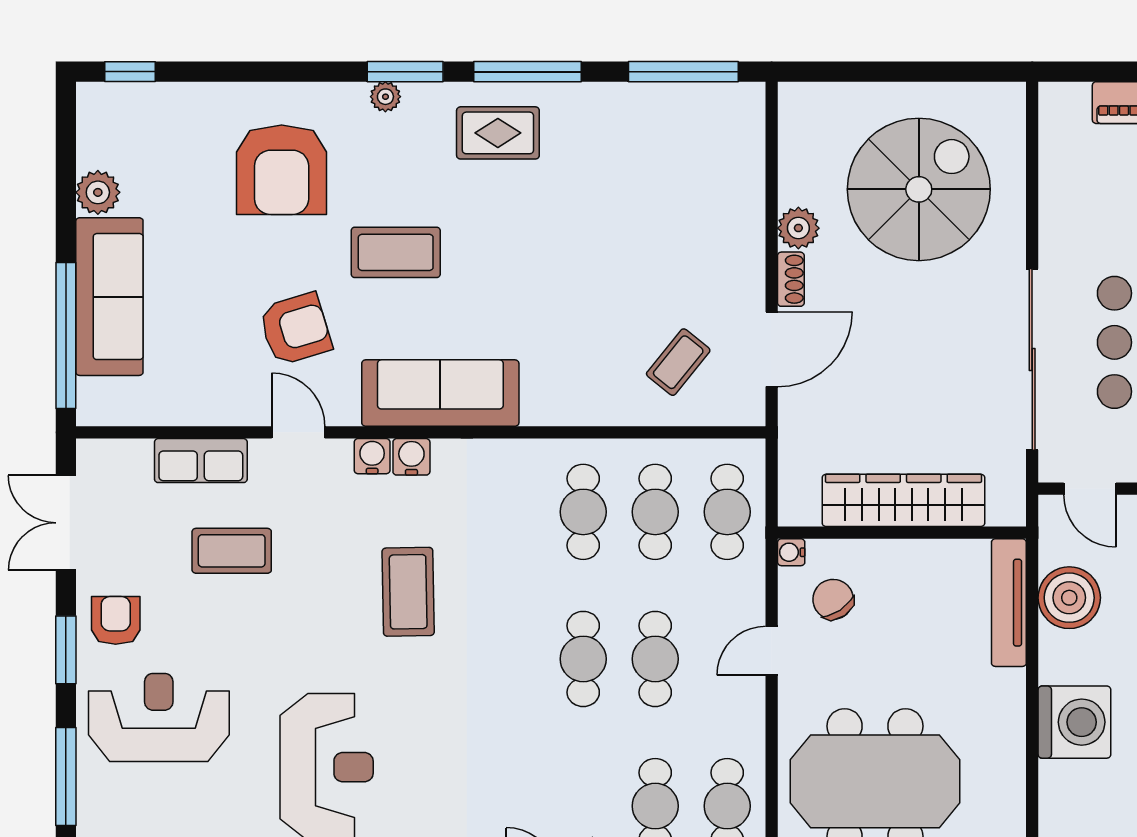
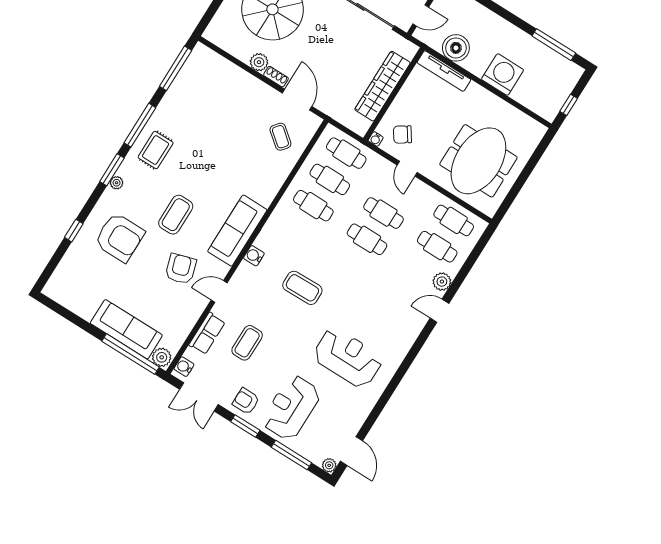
window: (130, 72) -> (74, 231), moved
plant: (98, 192) -> (162, 357), moved
water cooler: (372, 456) -> (184, 367), moved

